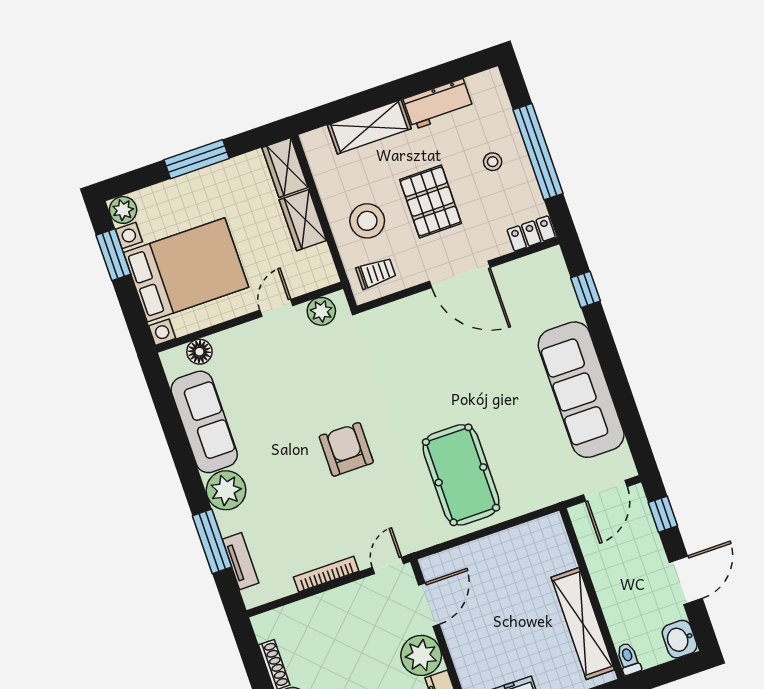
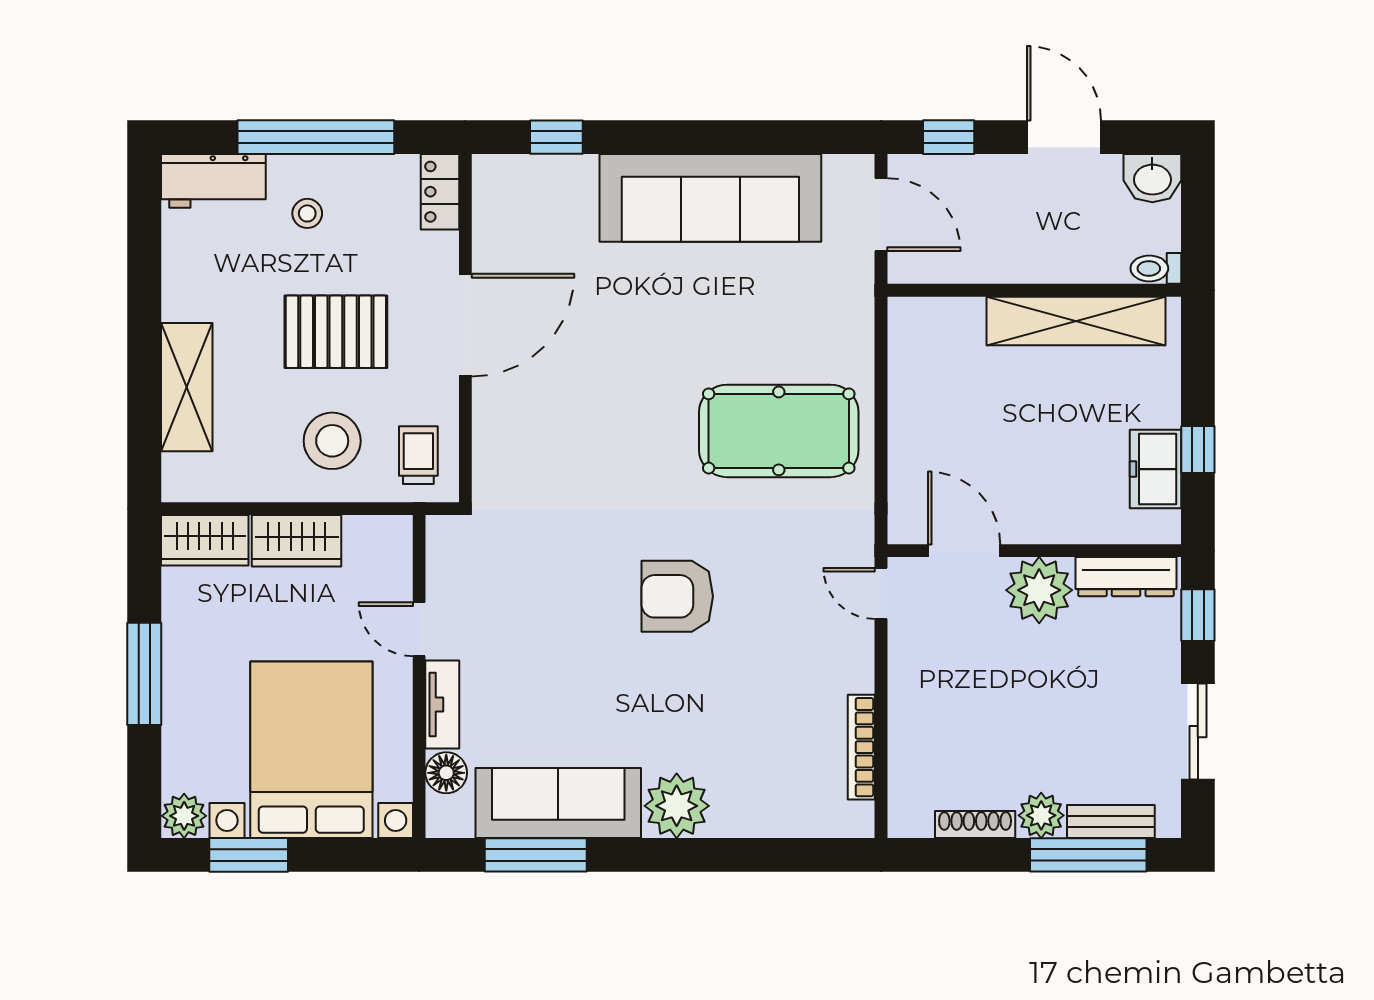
workbench: (438, 104) -> (213, 181), moved, turned 90
plant: (321, 311) -> (449, 561), removed
window: (212, 541) -> (536, 855), moved
tv unit: (240, 561) -> (442, 705), moved, turned 90
bookcase: (326, 574) -> (861, 747), moved

